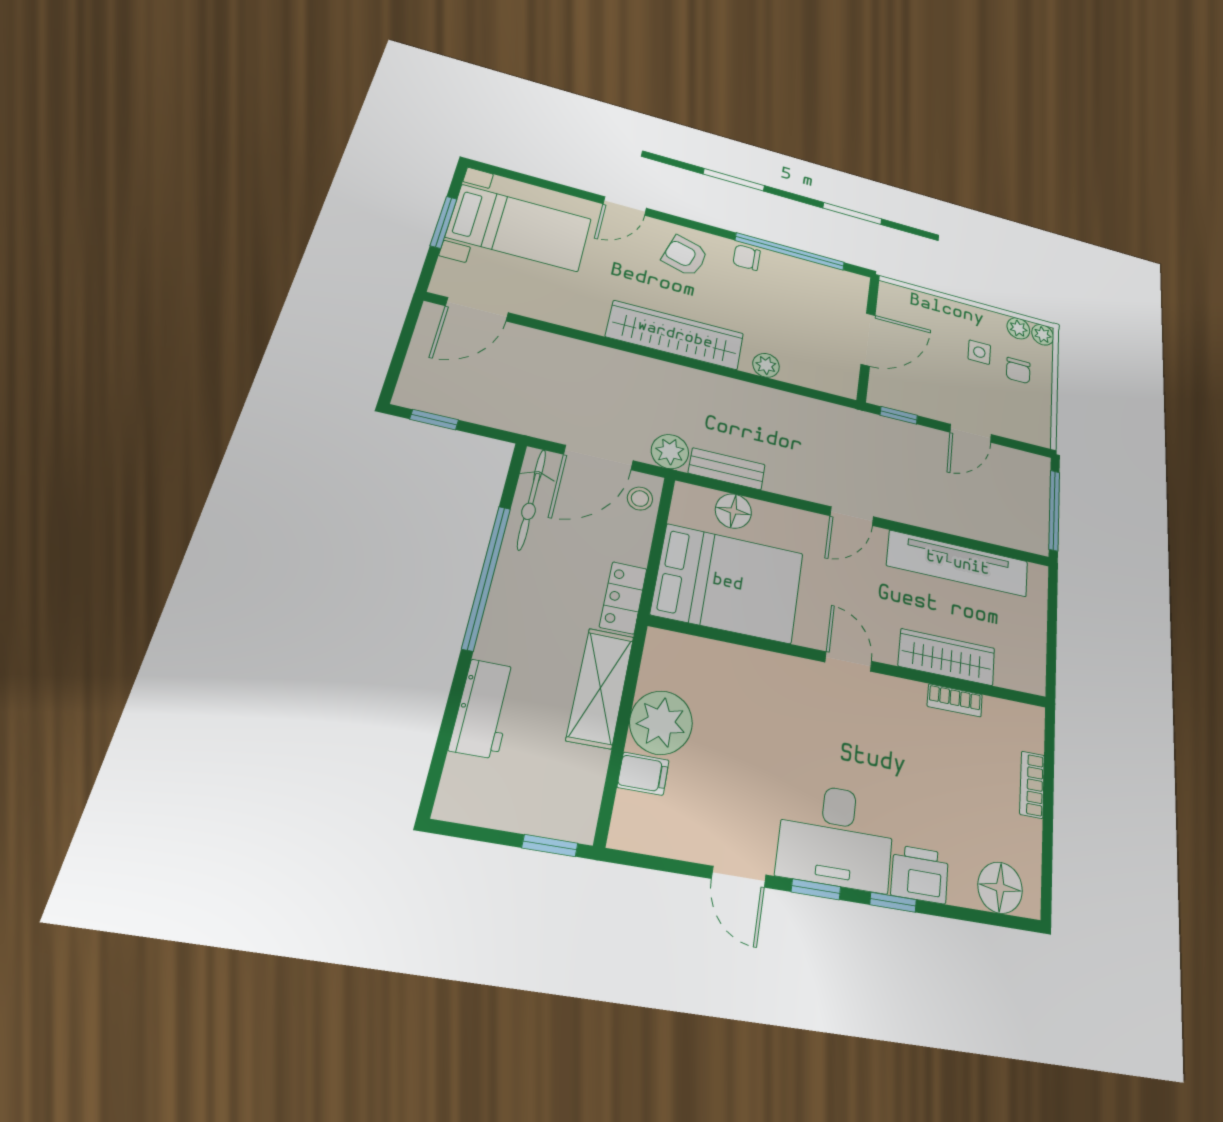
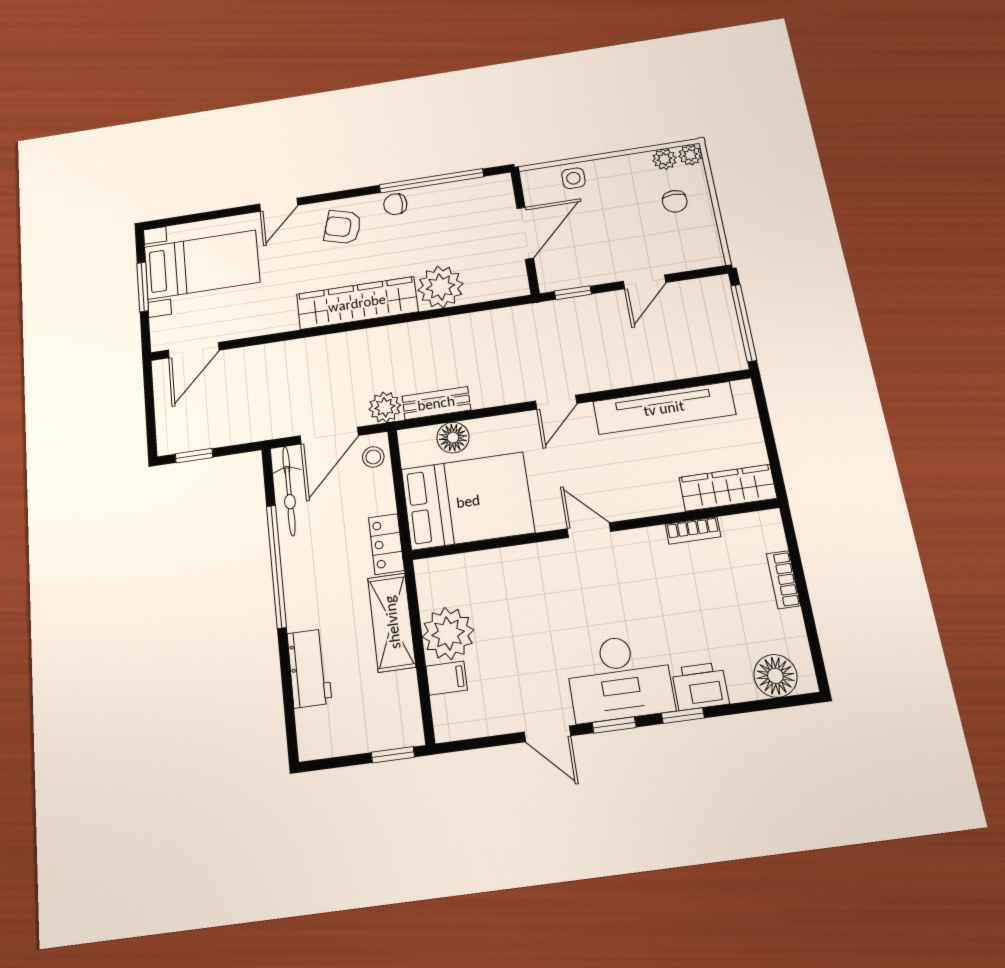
side table: (979, 352) -> (573, 178), moved
plant: (766, 365) -> (440, 287), width x1.88, depth x1.88
wardrobe: (947, 657) -> (728, 488), moved

